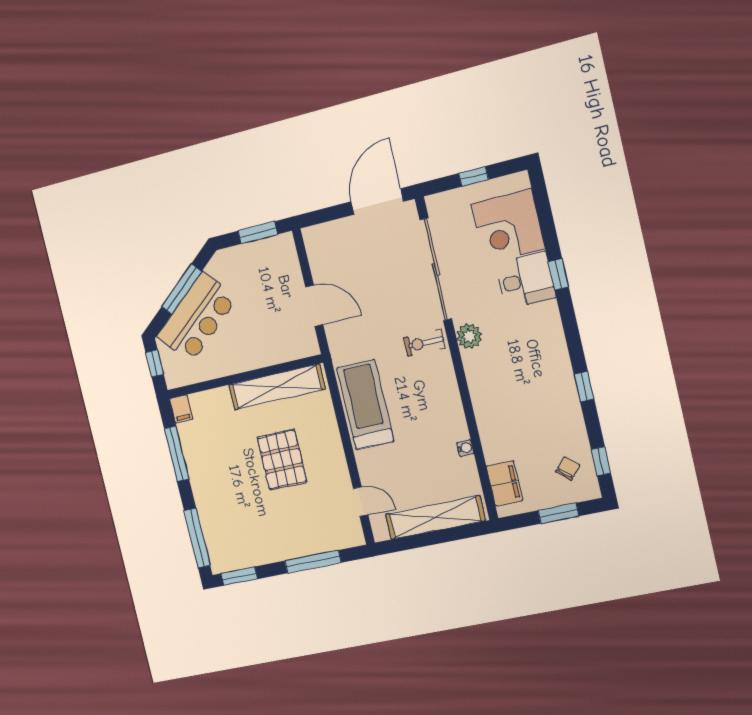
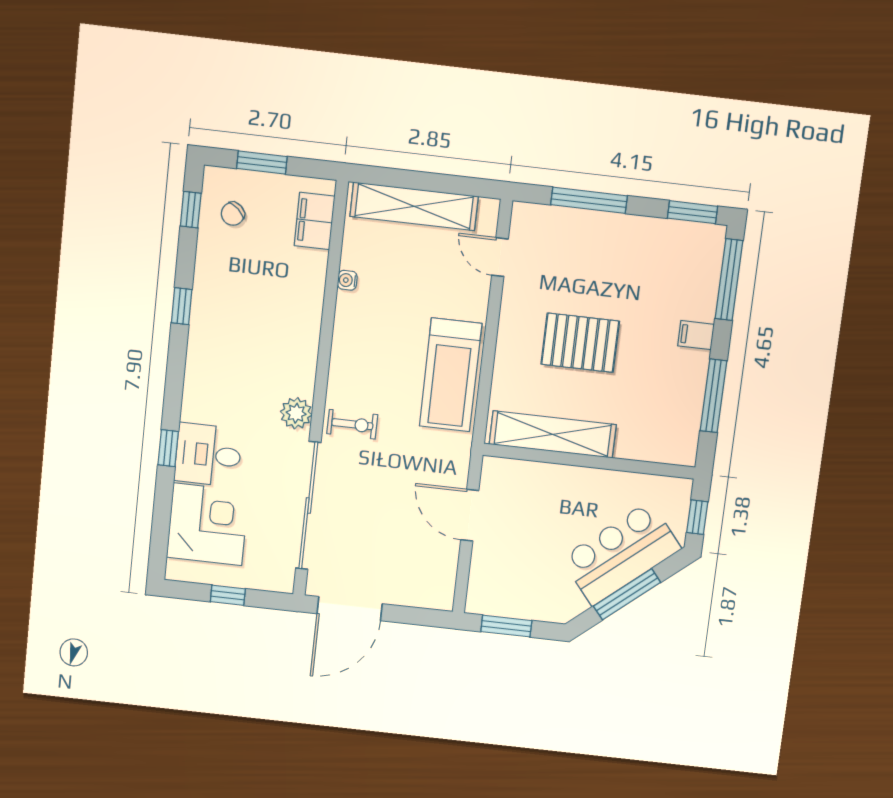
filing cabinet: (181, 409) -> (696, 335), moved, turned -90
pallet: (282, 460) -> (580, 343), turned 90

